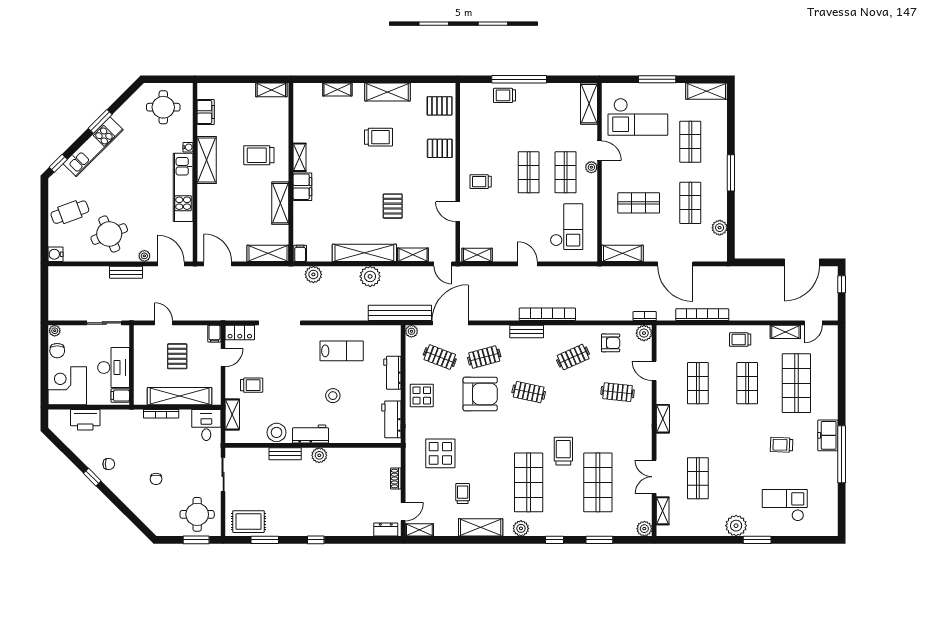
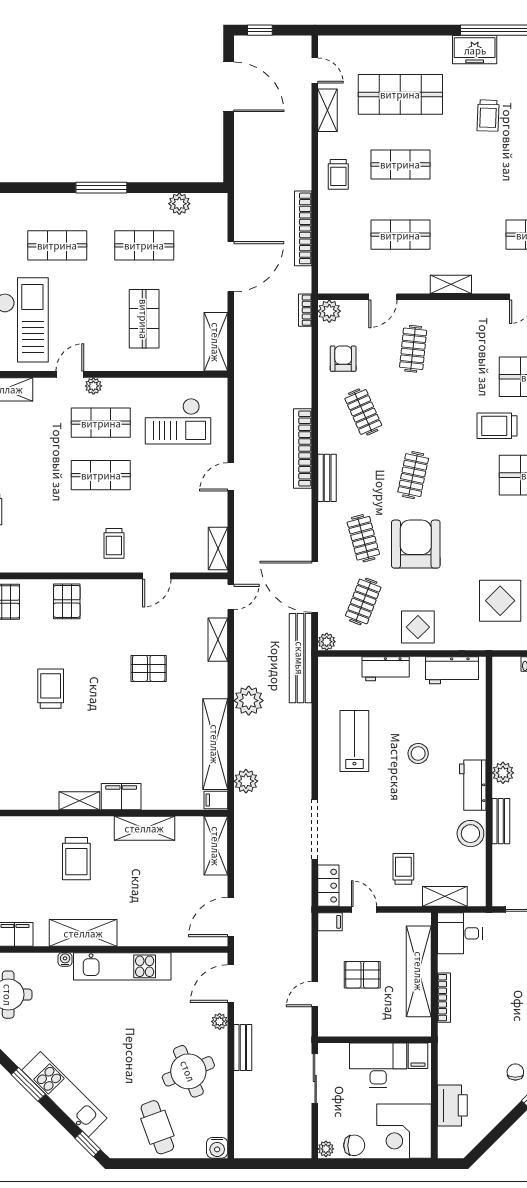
checkout: (567, 227) -> (178, 421), turned 180
shelving: (364, 253) -> (215, 744), moved

